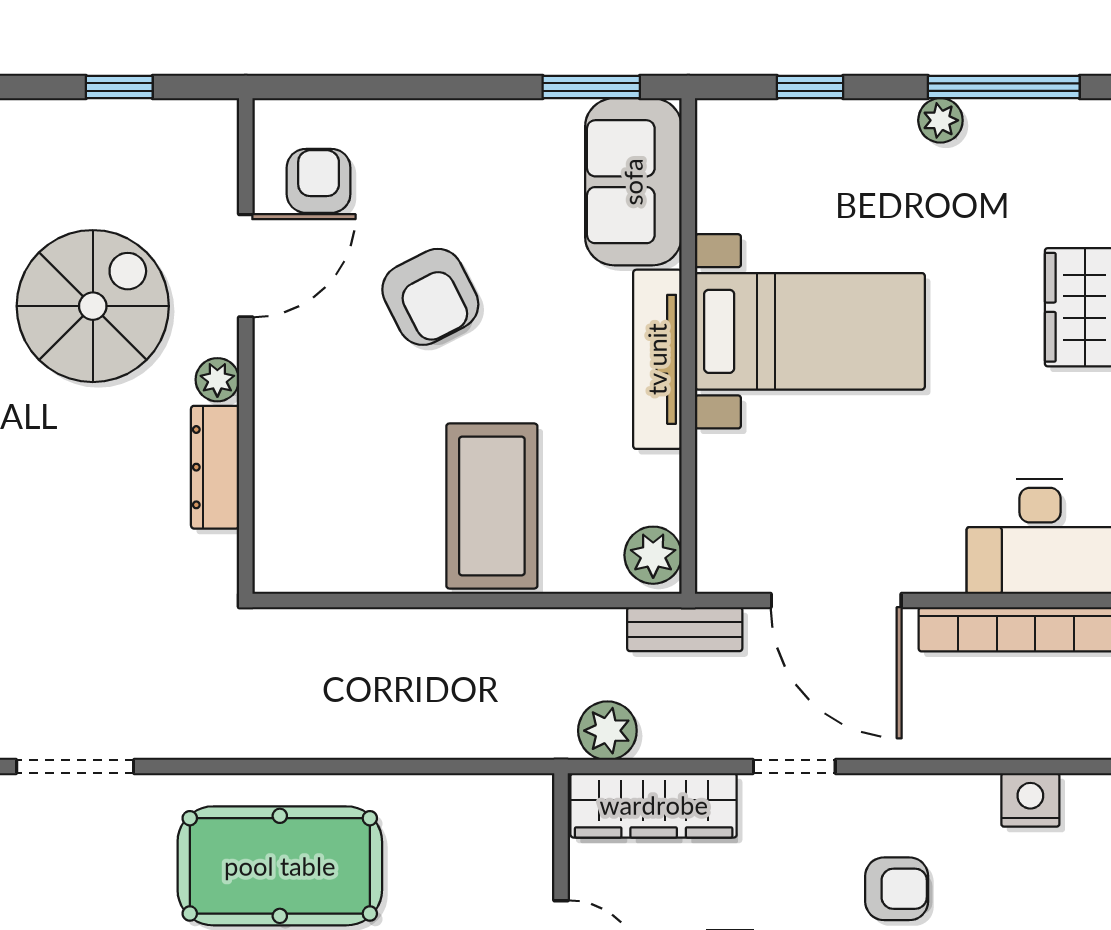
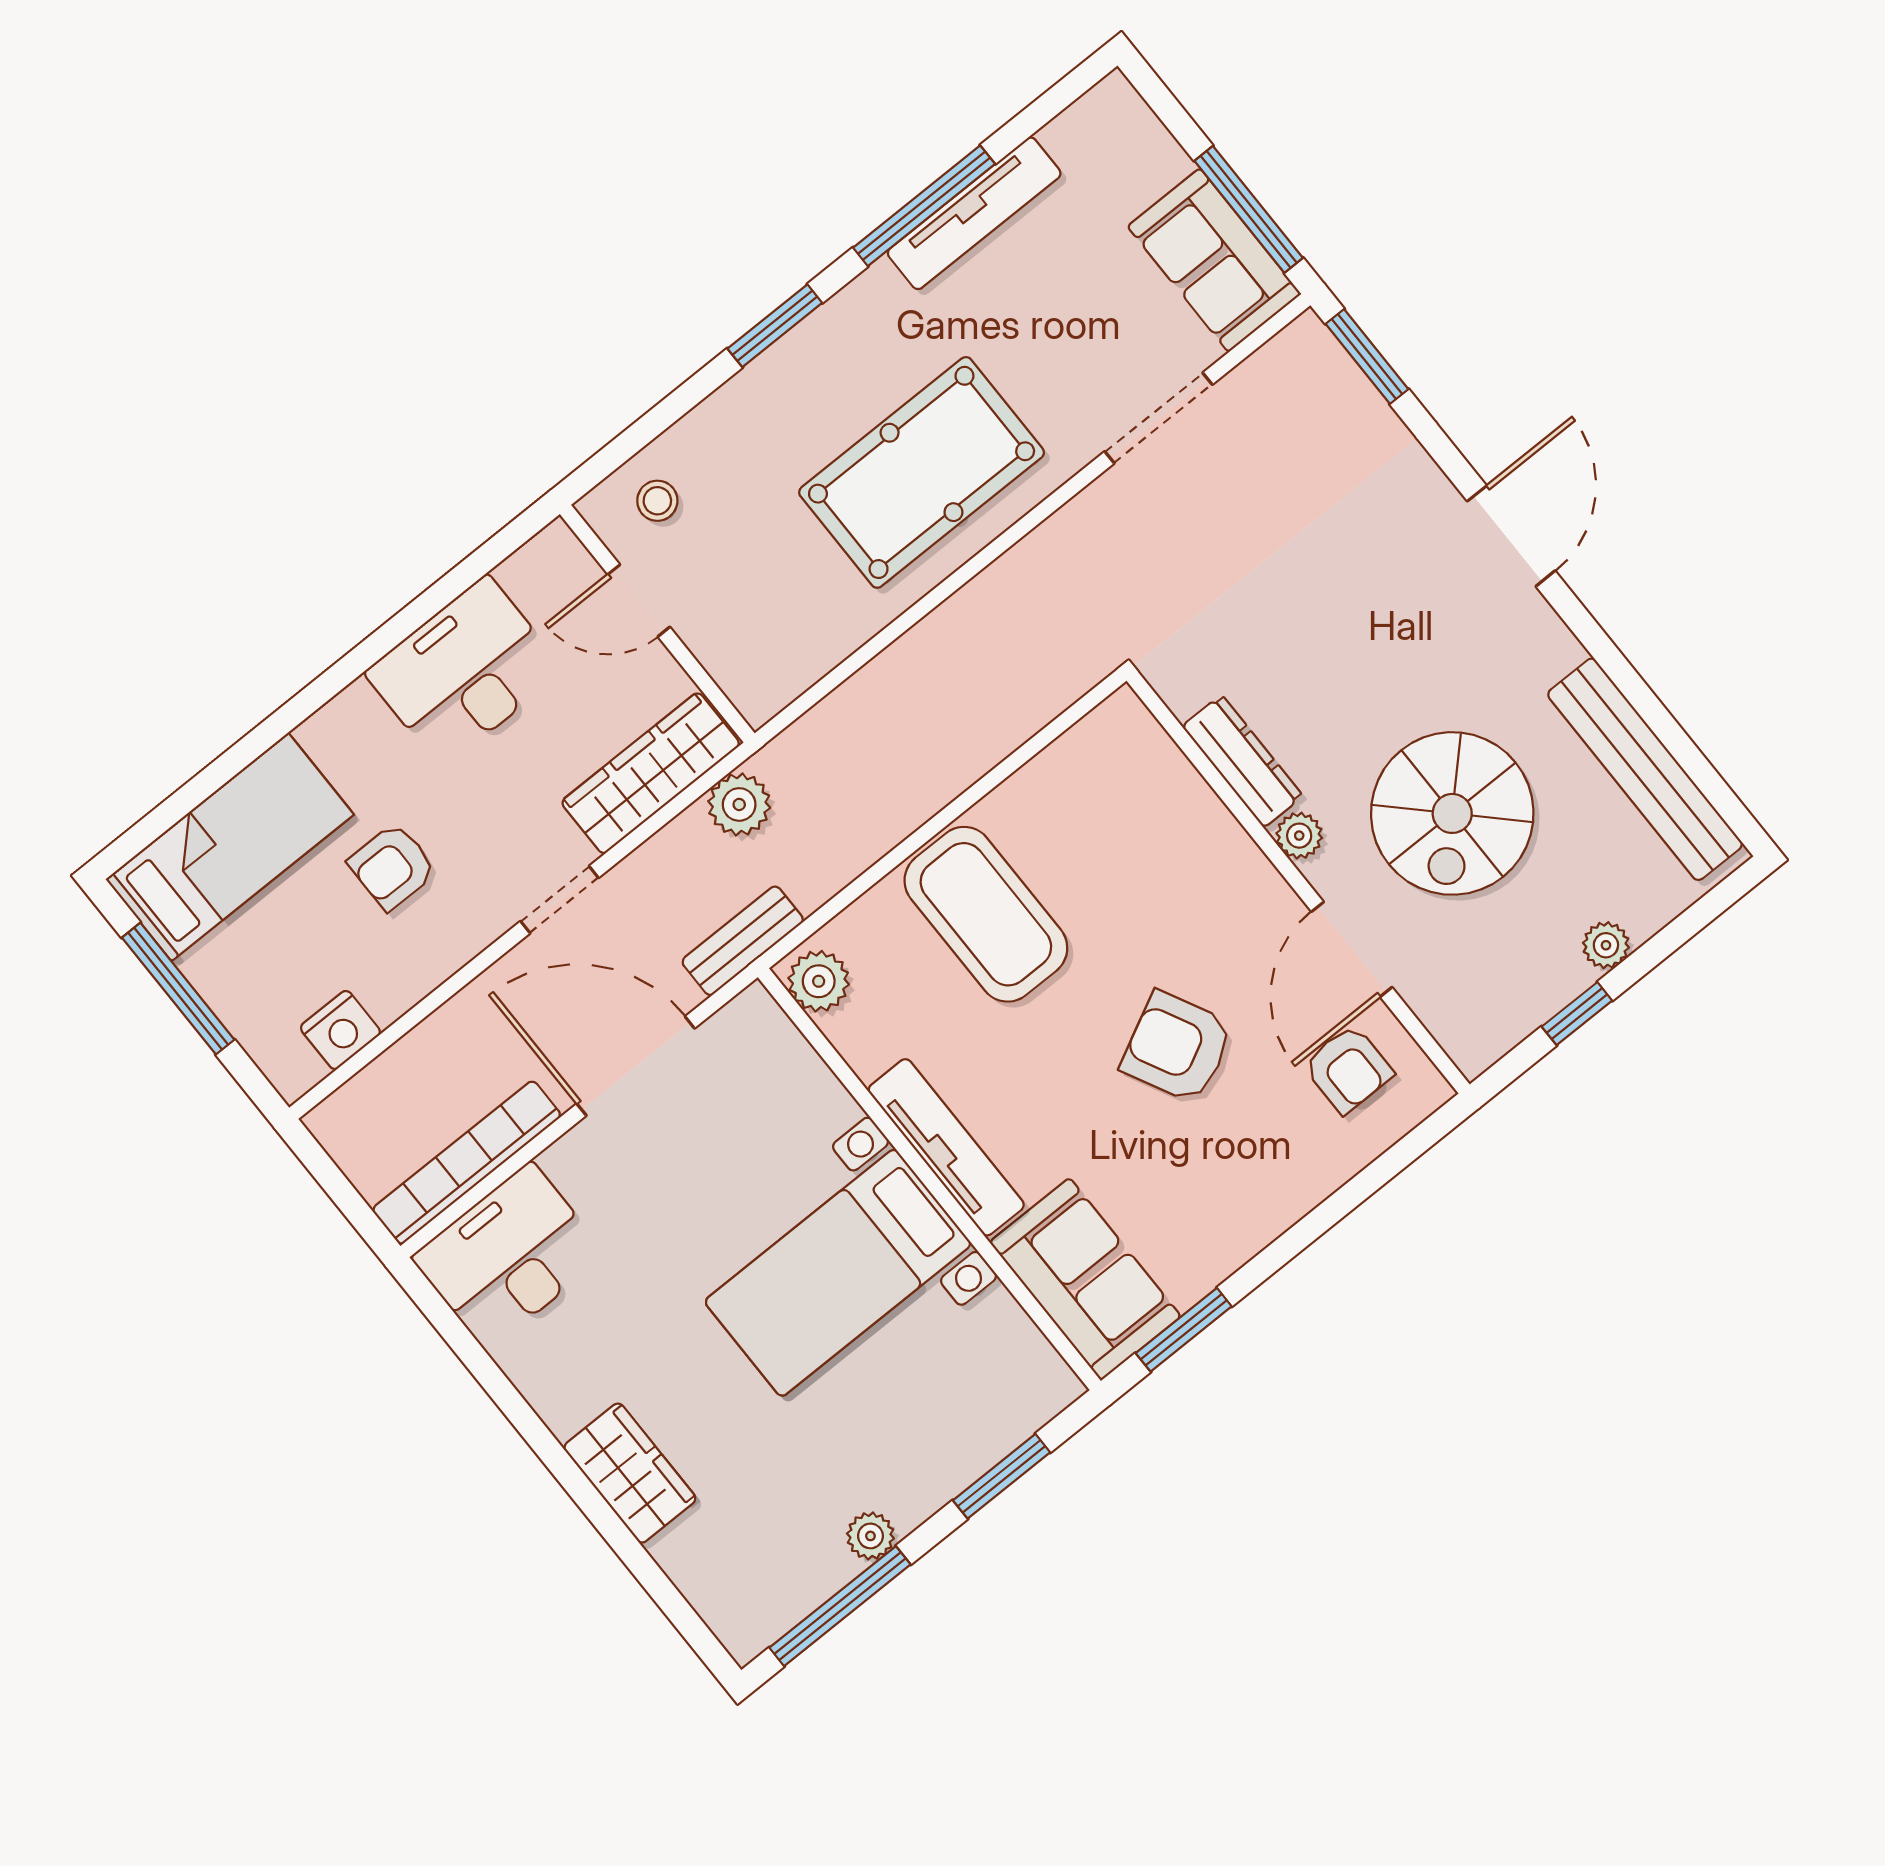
window: (810, 87) -> (1001, 1476), width x1.50
plant: (58, 120) -> (1606, 945), added

